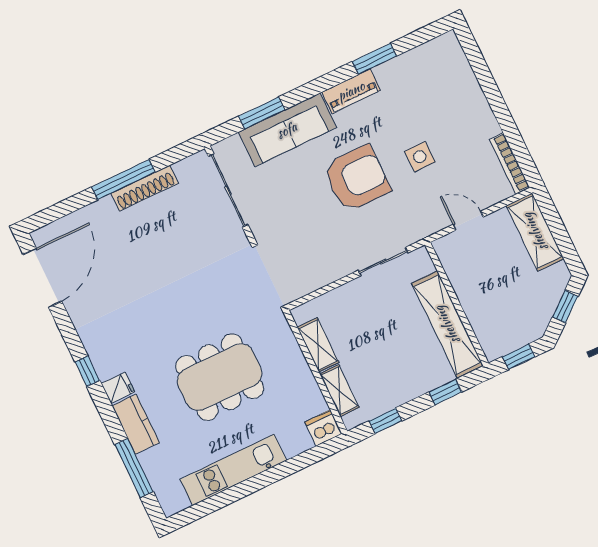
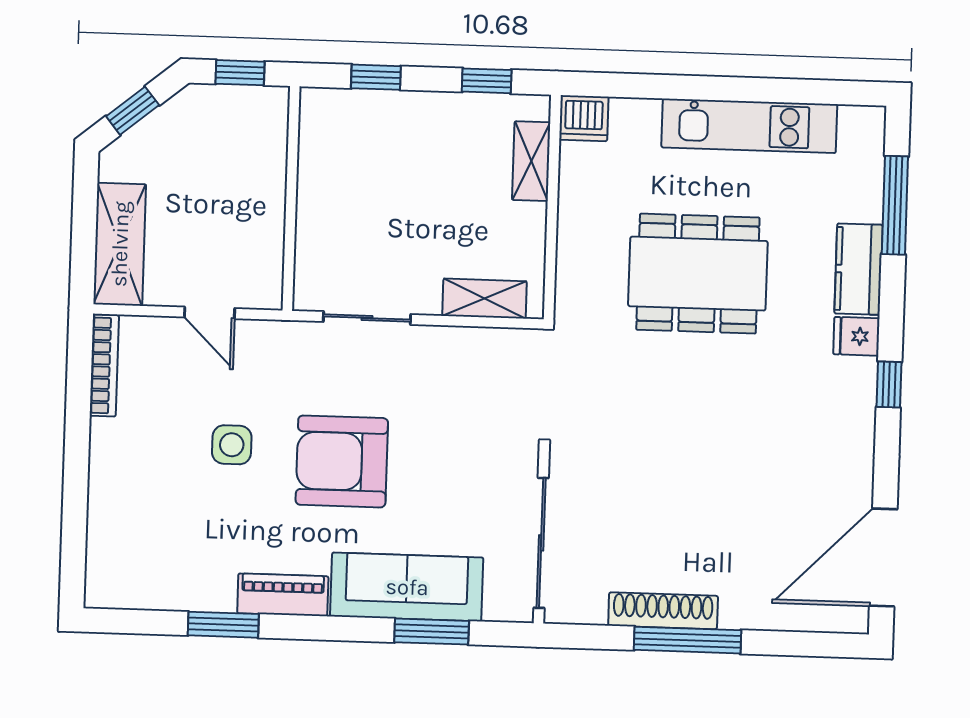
shelving: (447, 325) -> (321, 175), removed
shelving: (318, 345) -> (484, 299), moved, turned 90

